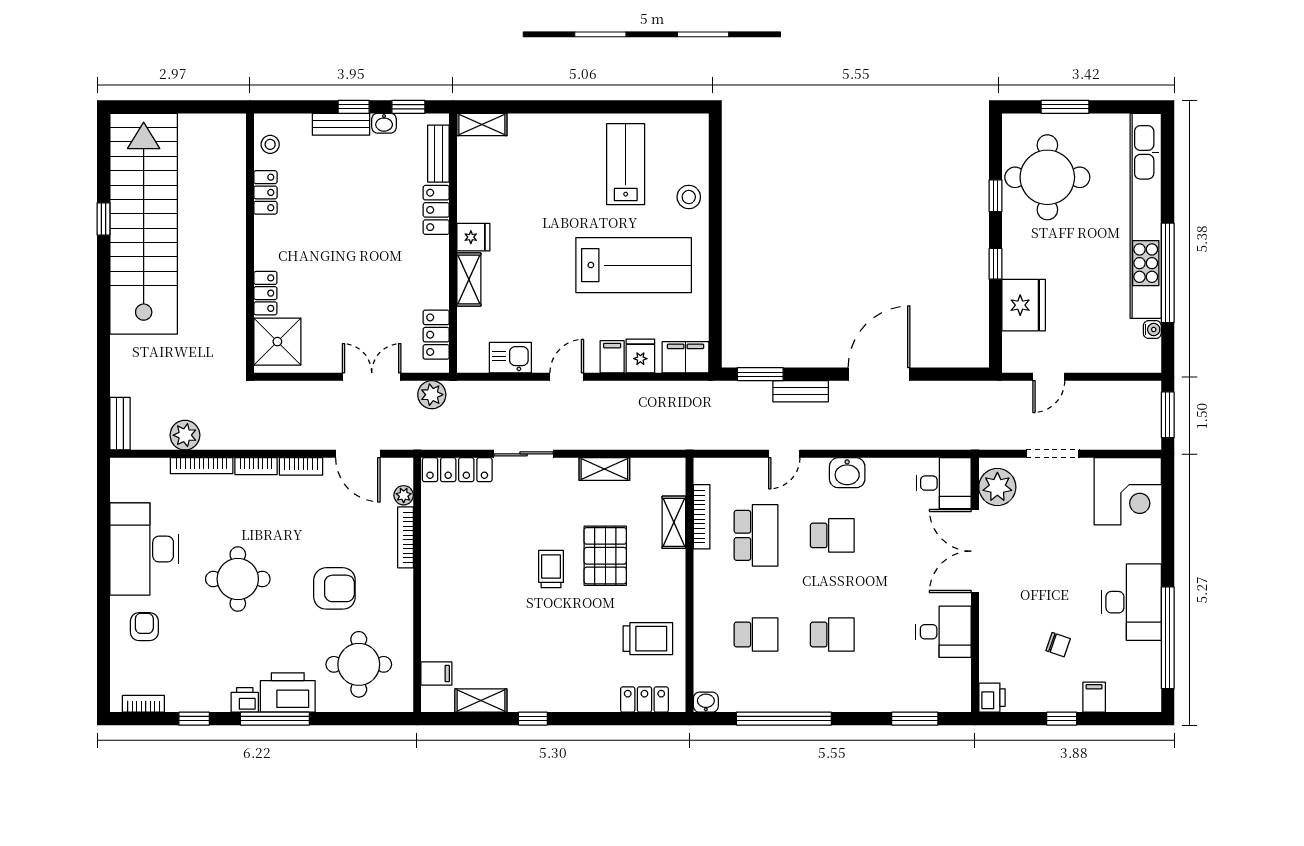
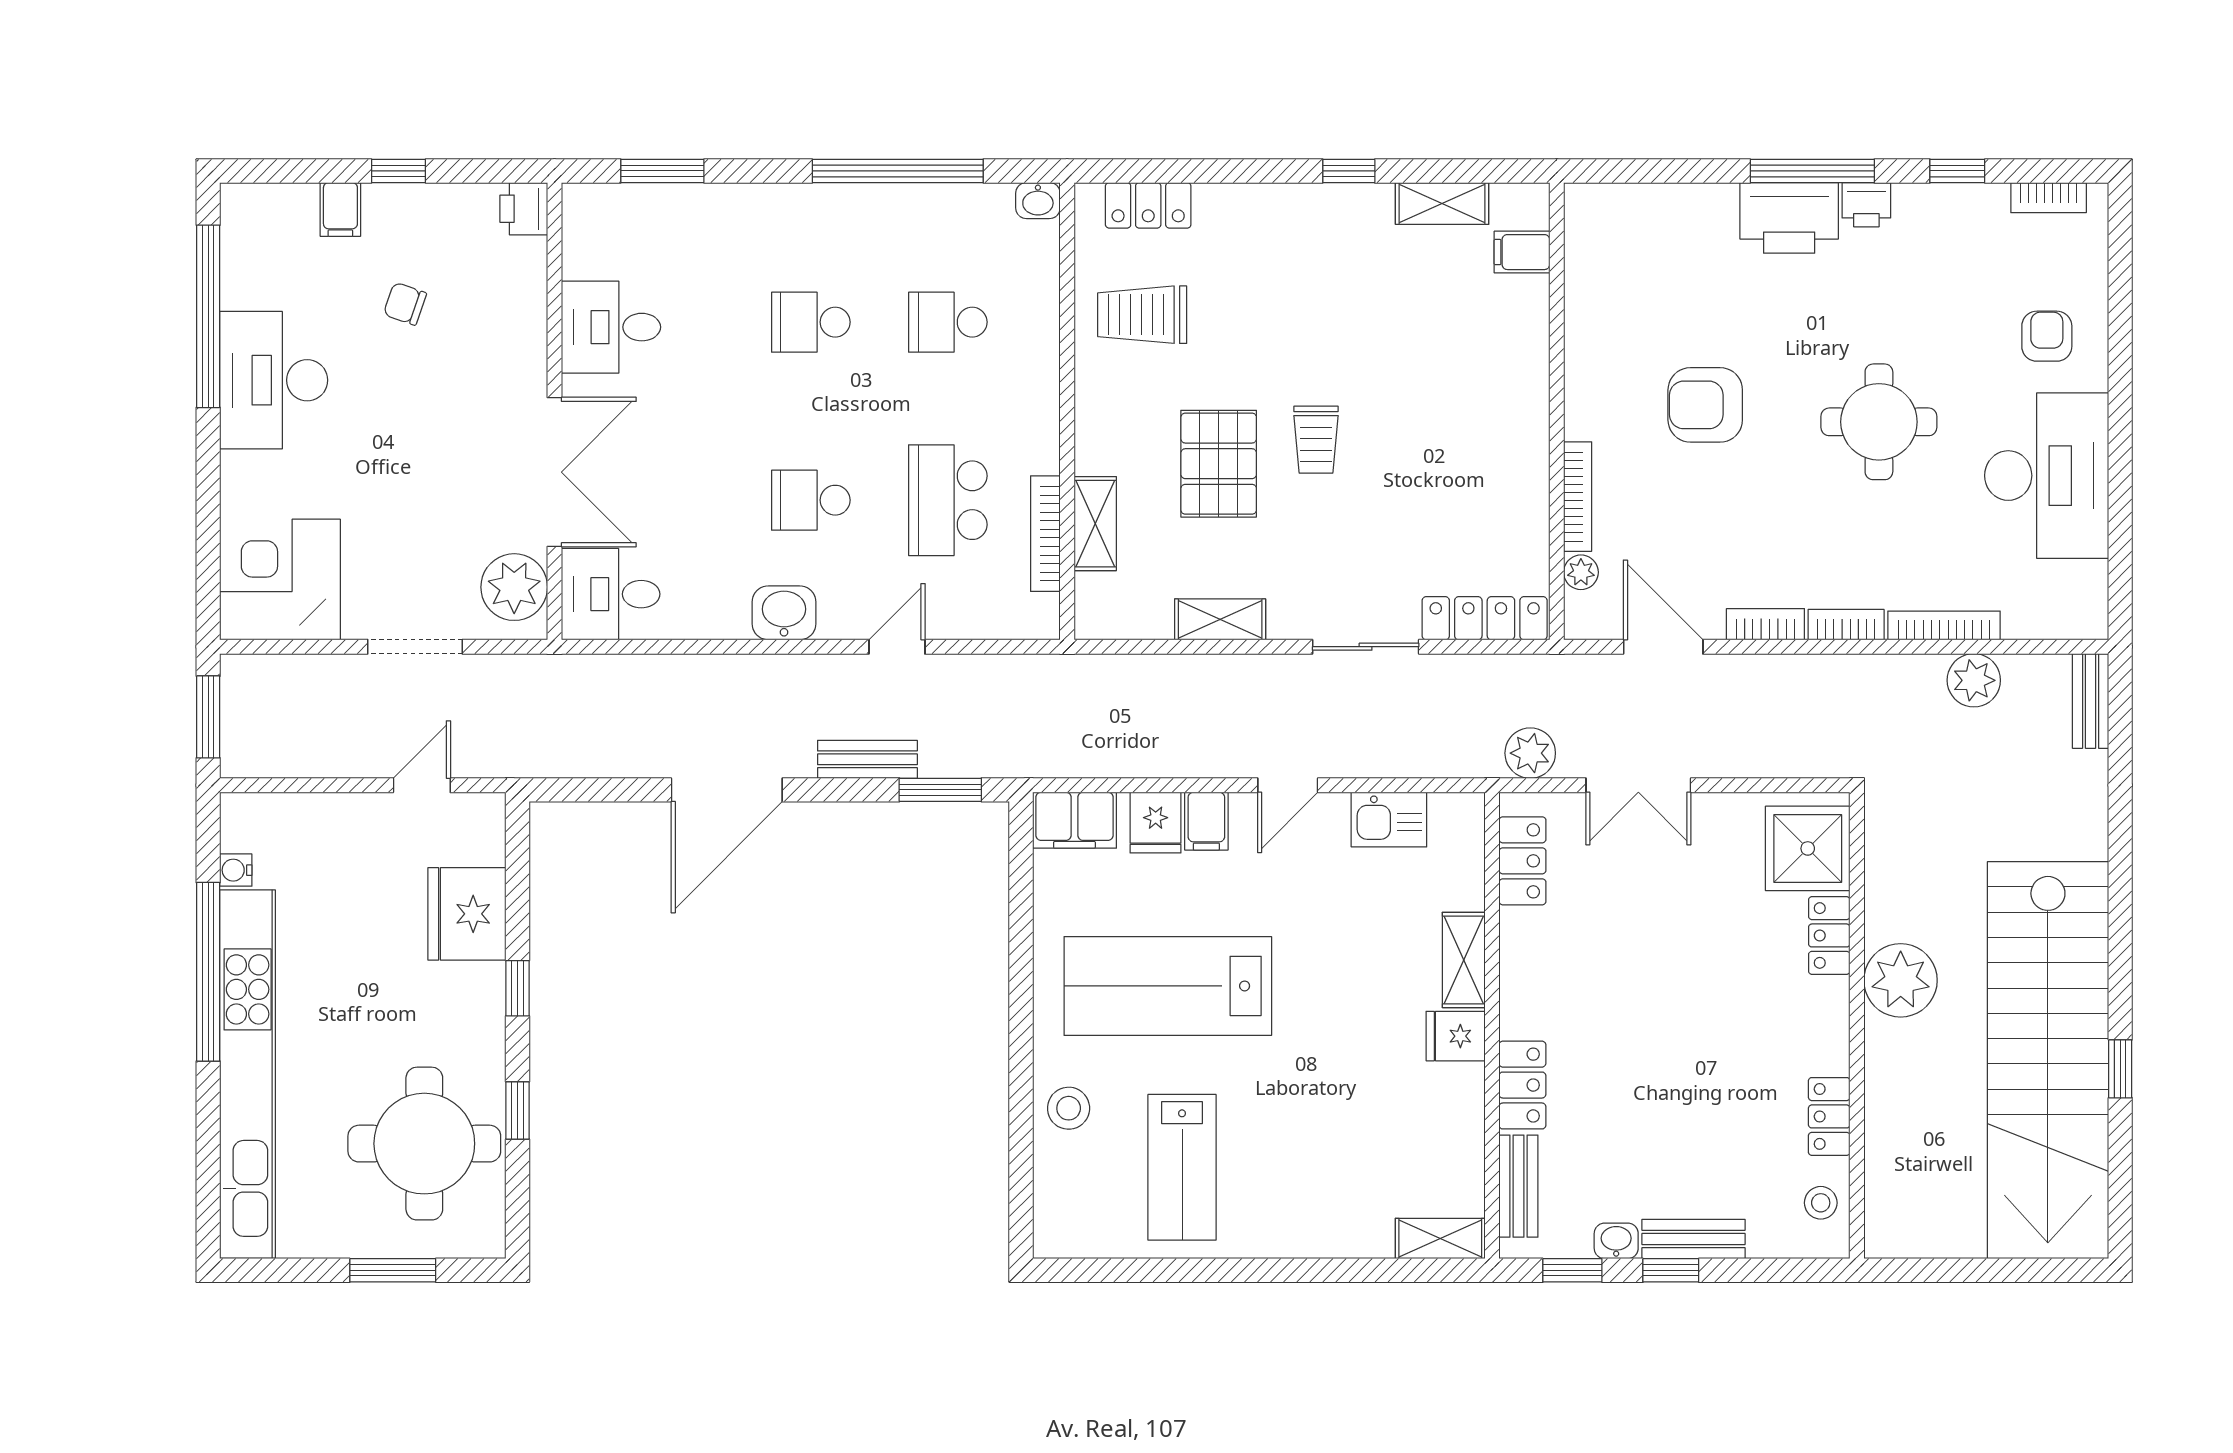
plant: (226, 268) -> (1901, 980), added
armchair: (144, 627) -> (2047, 336), turned 180
round table: (359, 664) -> (1662, 268), removed

